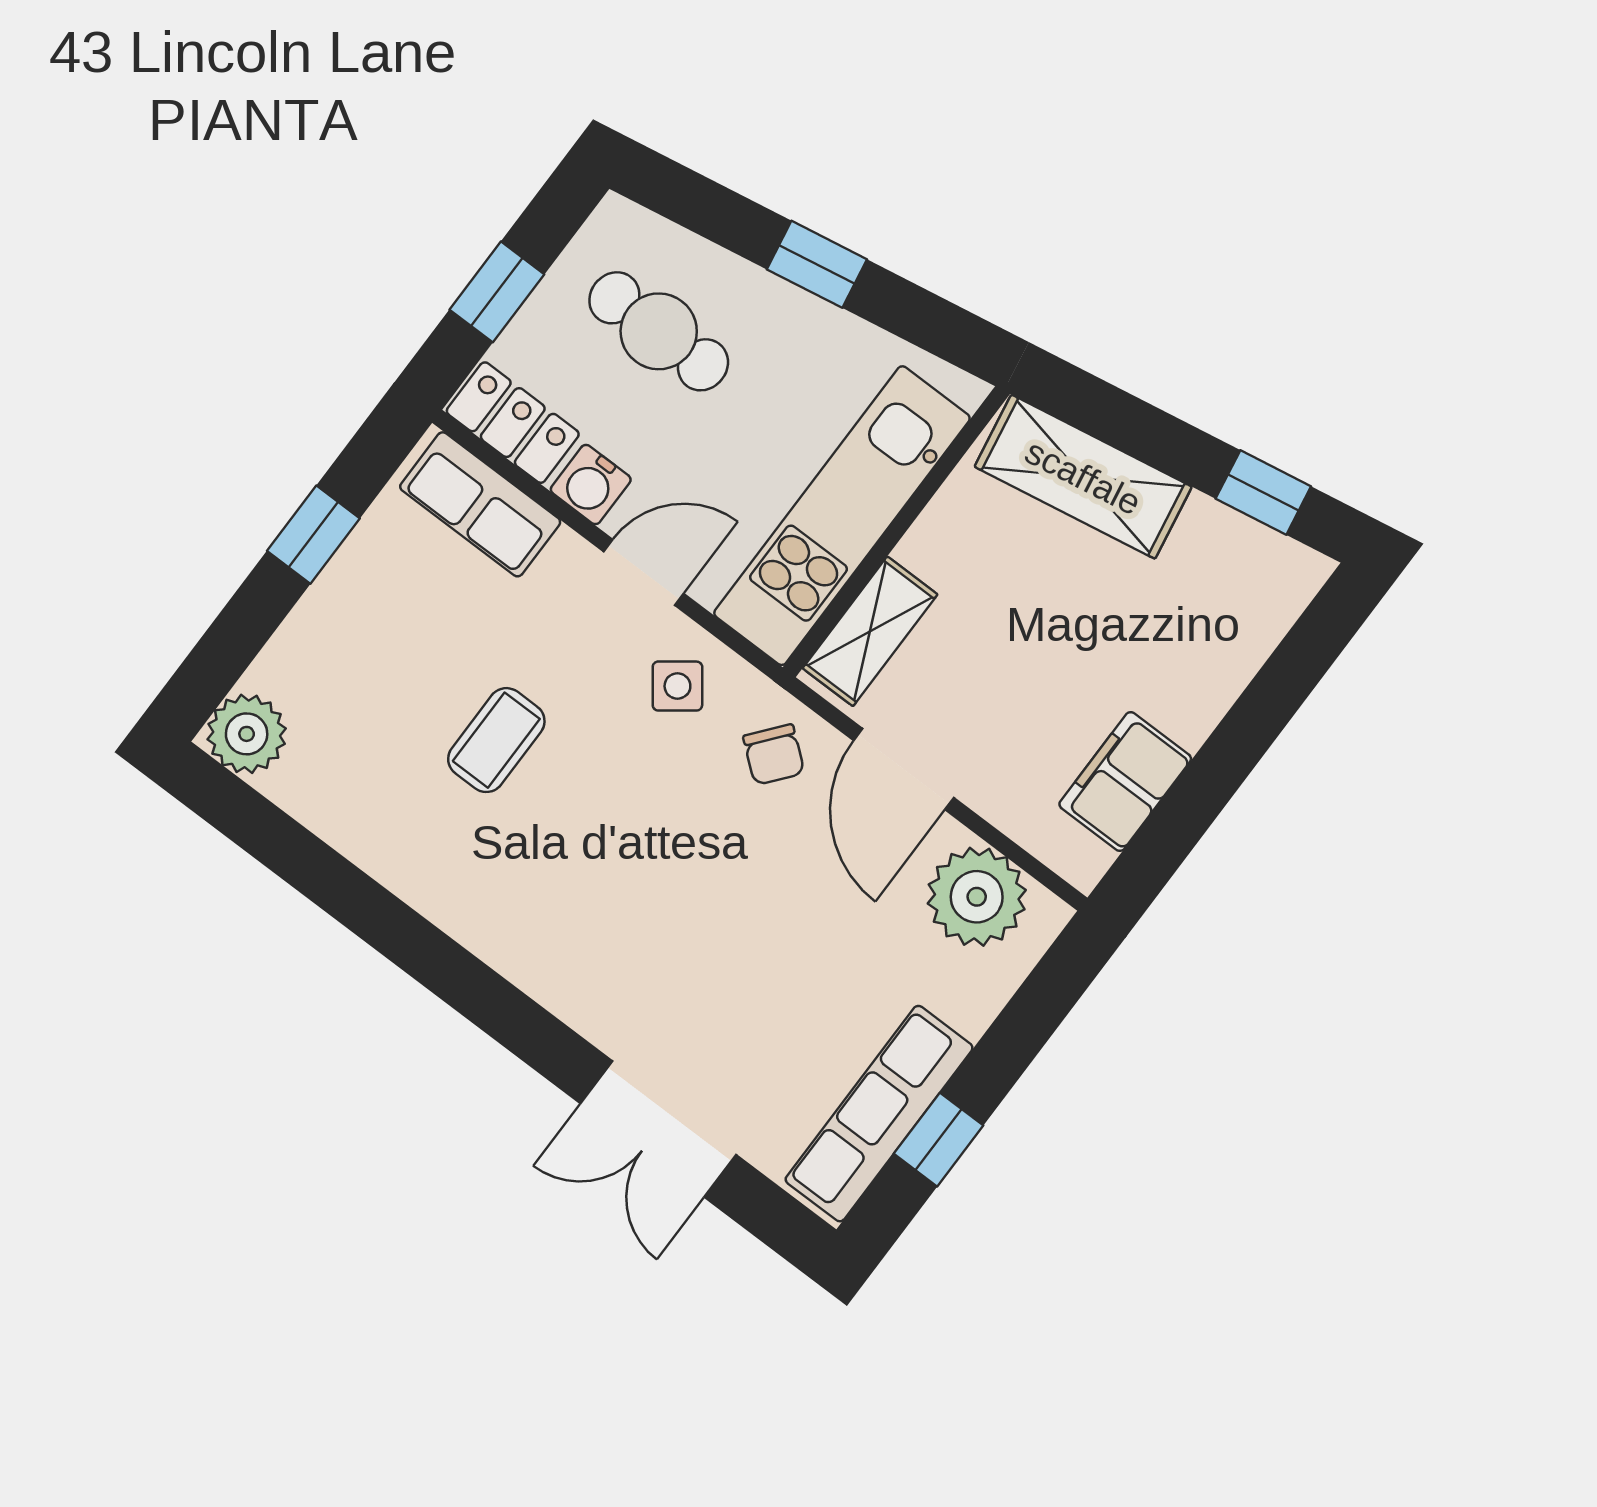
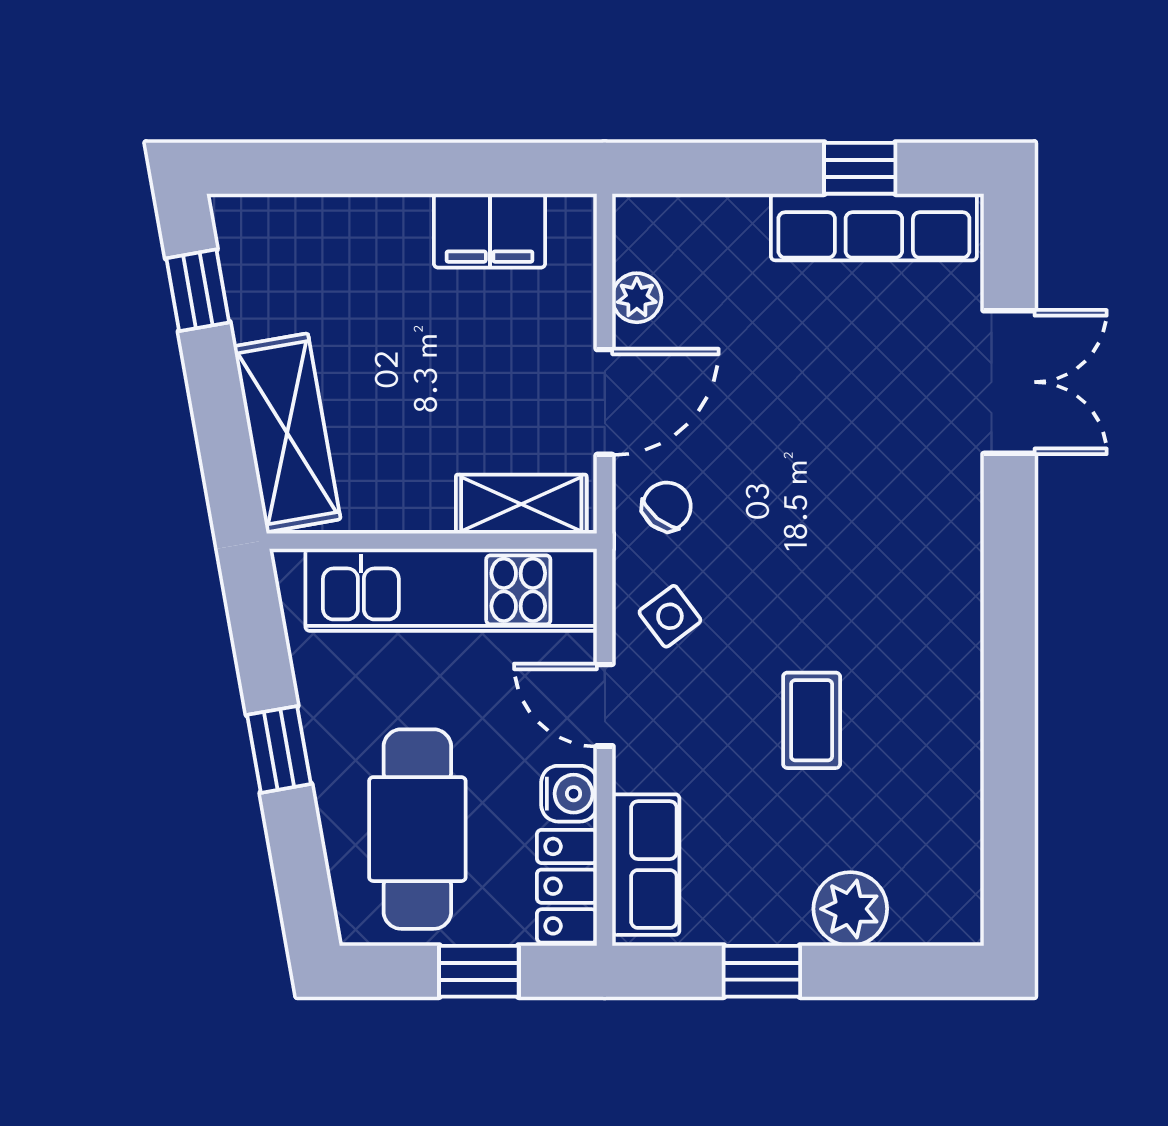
cafe table: (659, 331) -> (417, 829), width x1.37, depth x1.35
plant: (247, 734) -> (850, 909), moved
coffee table: (496, 740) -> (812, 720), turned 90
plant: (977, 897) -> (637, 298), width x0.53, depth x0.53

